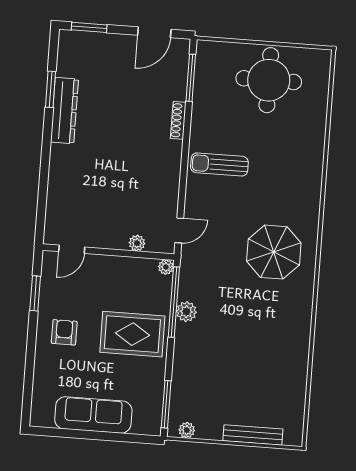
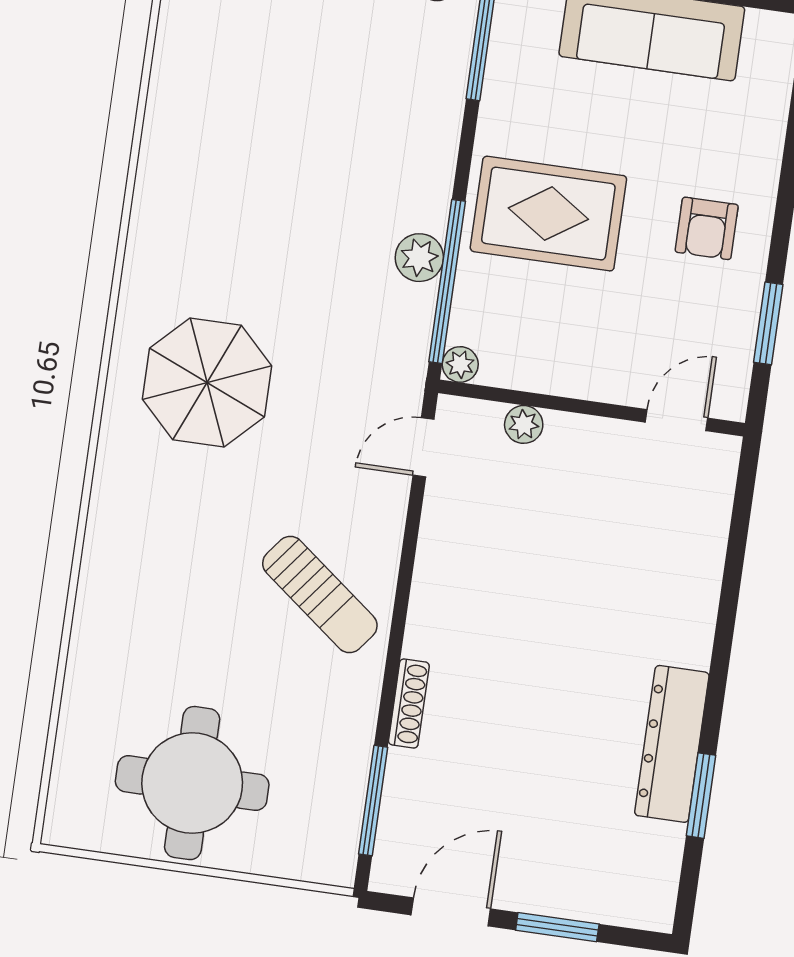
window: (89, 27) -> (557, 927), moved
sun lounger: (219, 165) -> (320, 594), turned 38

